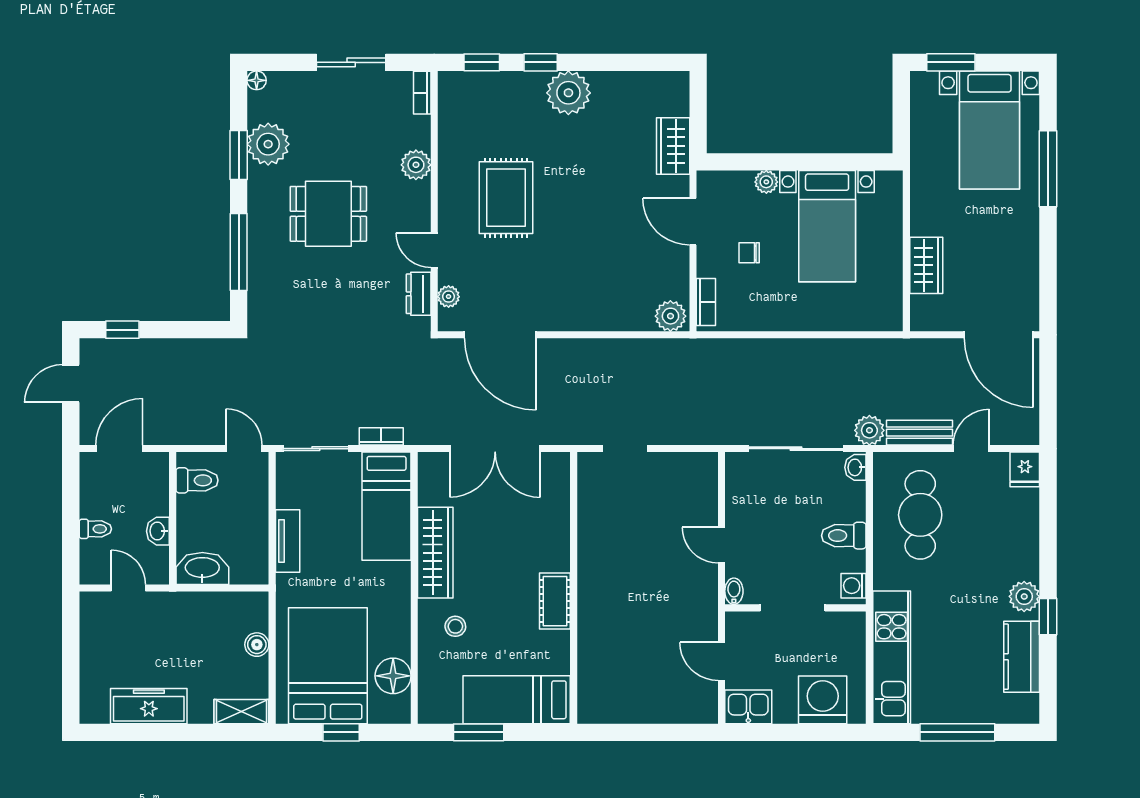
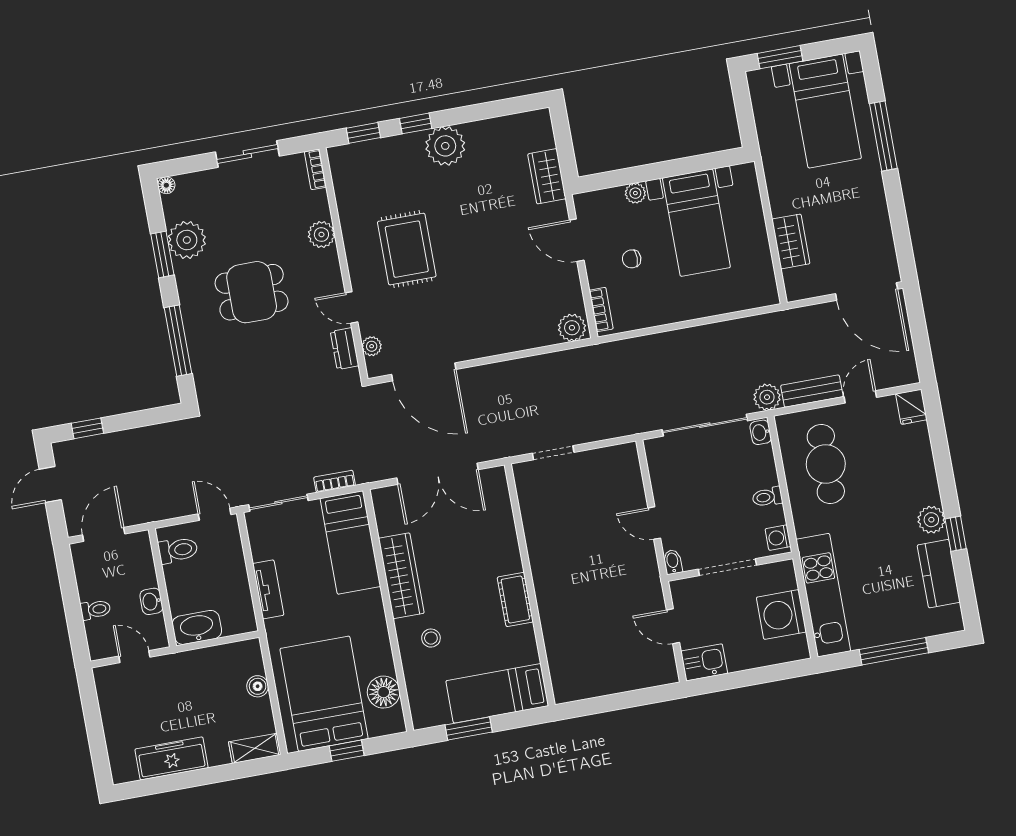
toilet: (844, 536) -> (767, 497), width x0.73, depth x0.72
washing machine: (823, 700) -> (781, 615), moved, turned -90

